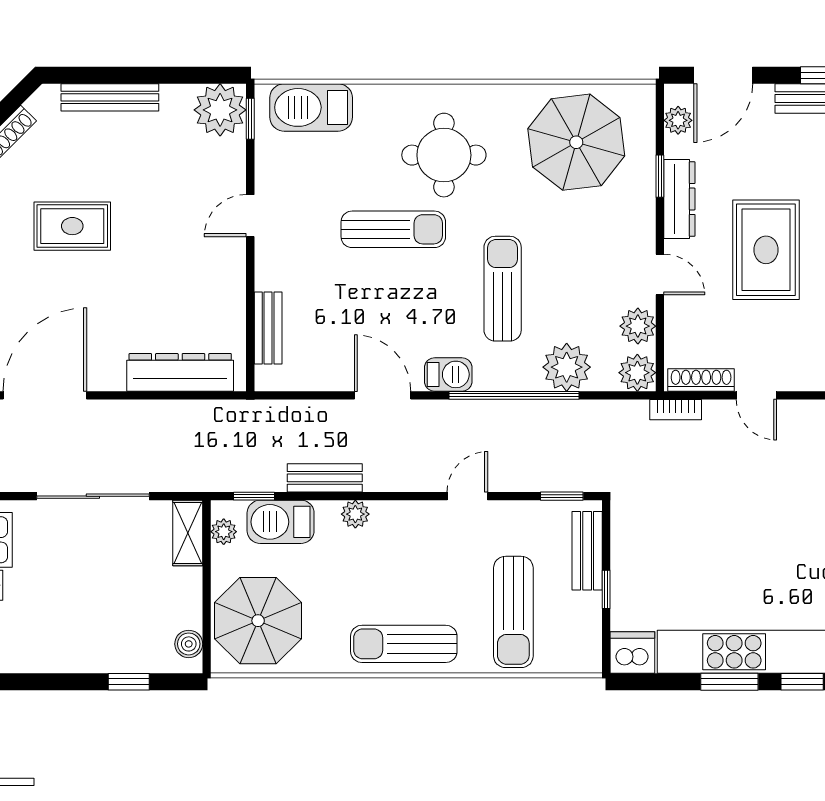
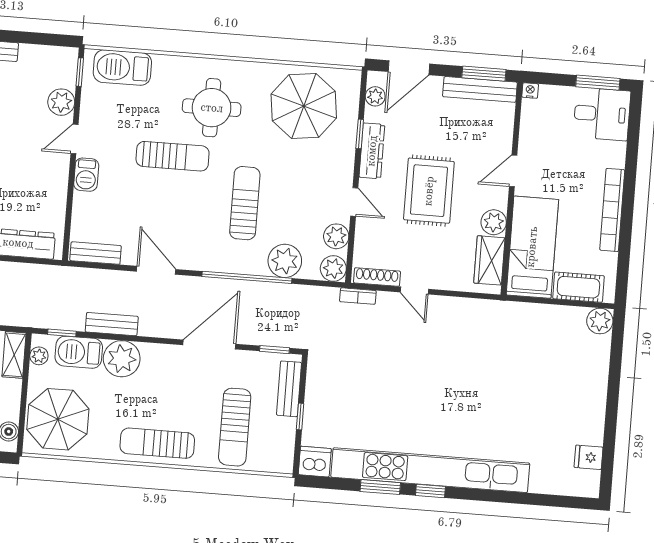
plant: (220, 110) -> (61, 102), moved, width x0.73, depth x0.73
bench: (268, 328) -> (96, 253), moved, turned 90
barbecue: (448, 374) -> (86, 175), moved, turned 90
door: (467, 496) -> (209, 344), width x1.87
plant: (355, 514) -> (122, 359), width x1.87, depth x1.87

